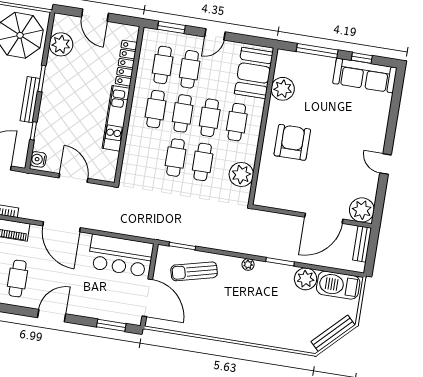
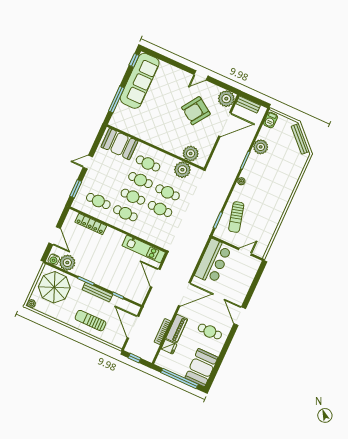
door: (95, 15) -> (55, 236), hinge flipped
door: (215, 34) -> (88, 162), swing flipped
window: (362, 58) -> (134, 60), moved
cafe table: (190, 69) -> (106, 184), removed
sofa: (365, 76) -> (140, 81), width x1.36, depth x1.27
plant: (283, 89) -> (191, 153), moved
kitchen unit: (116, 118) -> (144, 249), moved
armchair: (292, 142) -> (196, 111), moved, turned -56
water cooler: (38, 159) -> (54, 260), moved
door: (73, 178) -> (155, 278), hinge flipped
door: (324, 218) -> (225, 125), hinge flipped
barbecue: (338, 285) -> (271, 120), width x0.53, depth x0.65
door: (147, 298) -> (245, 252), width x0.53
window: (111, 325) -> (256, 280), removed

